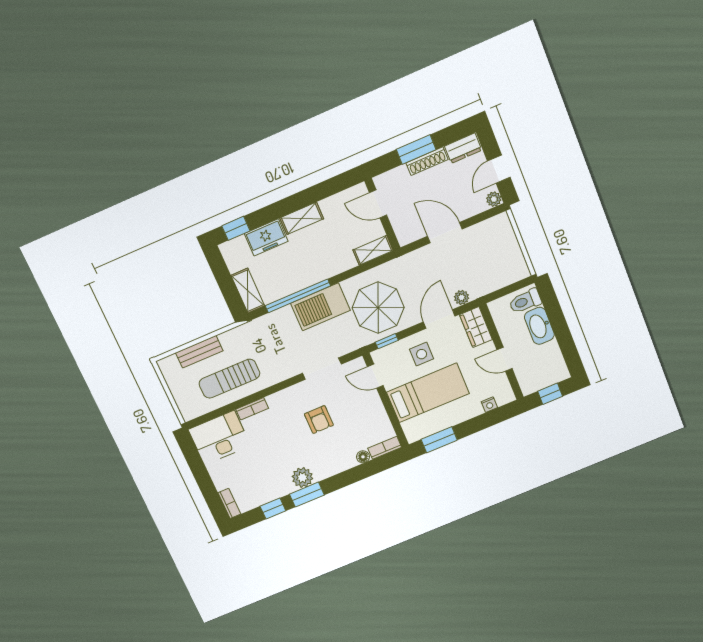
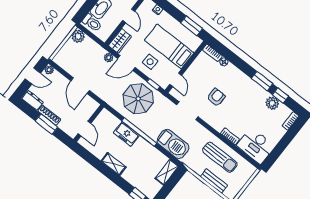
freezer: (266, 237) -> (126, 134), moved, turned 180
shelving: (373, 250) -> (110, 118), removed
plant: (518, 270) -> (78, 36), added
window: (298, 296) -> (139, 132), moved
barbecue: (320, 307) -> (173, 144), moved
plant: (302, 478) -> (272, 103), moved

